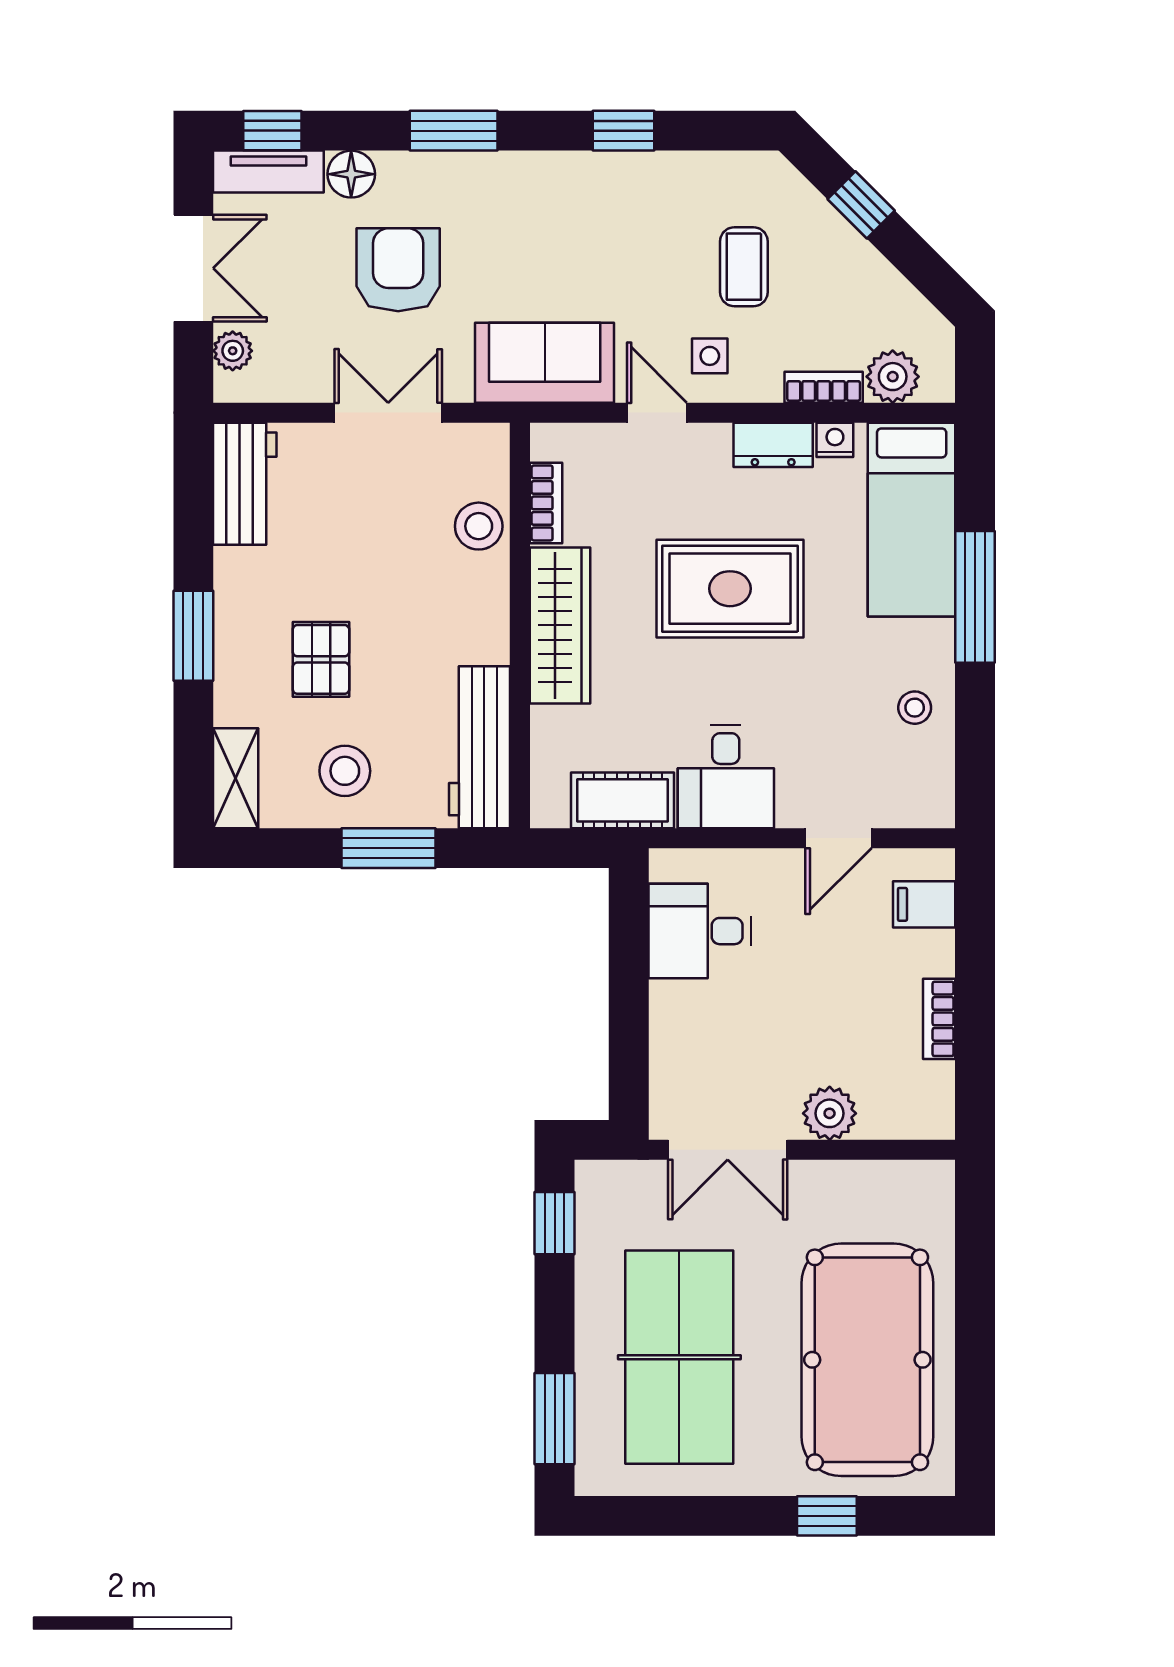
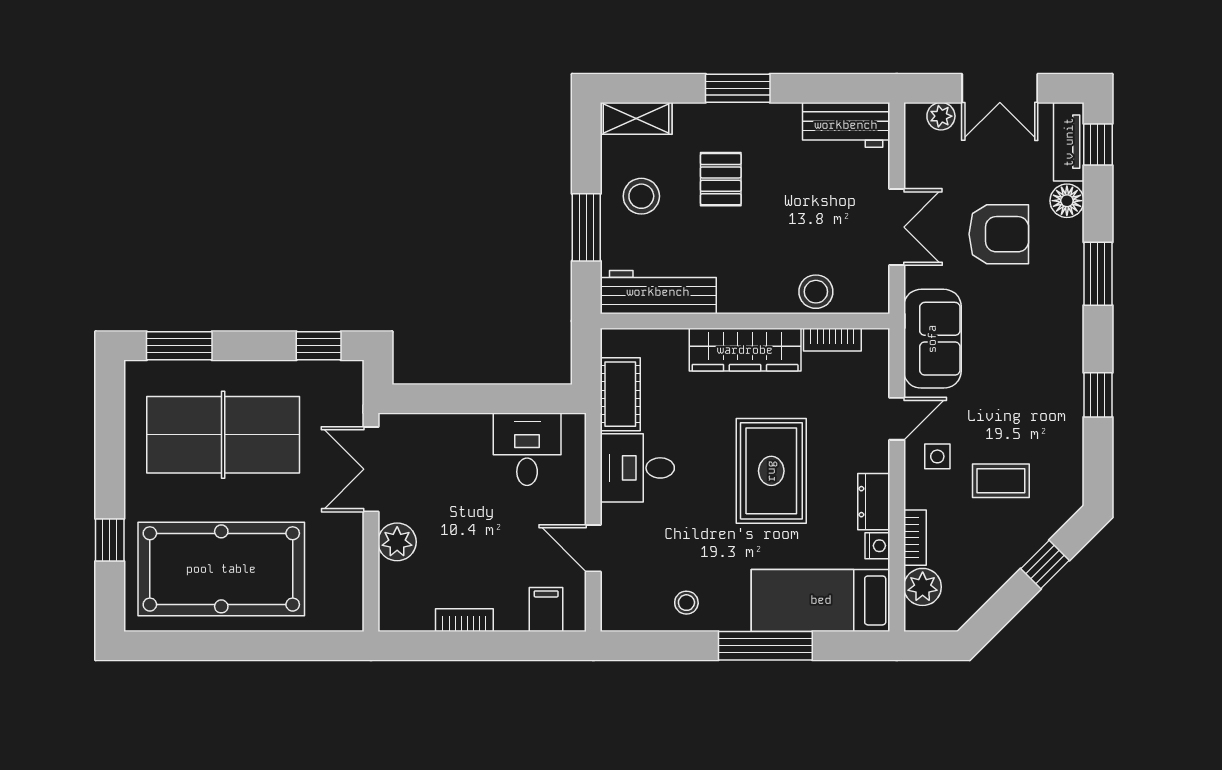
pallet: (321, 659) -> (721, 179), turned 90

